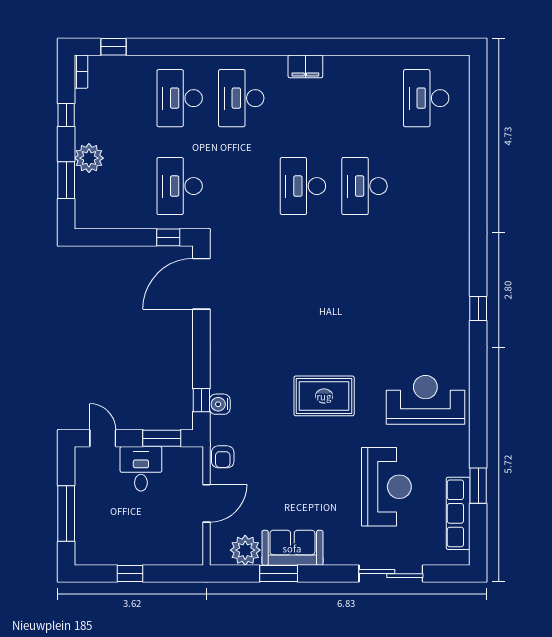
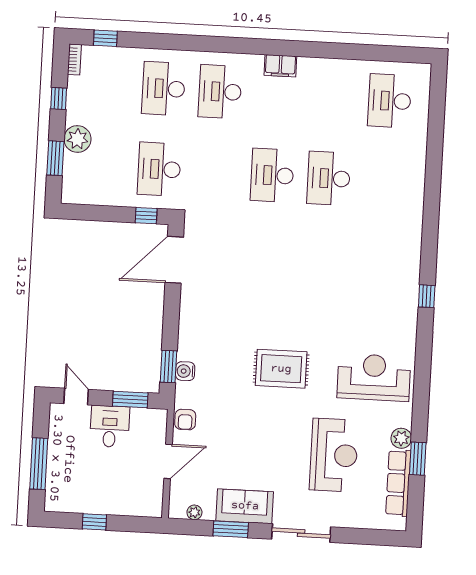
window: (201, 400) -> (168, 367), width x1.50
plant: (459, 464) -> (401, 438), added
plant: (245, 550) -> (194, 512), width x0.53, depth x0.53
sliding door: (391, 574) -> (301, 533), moved

